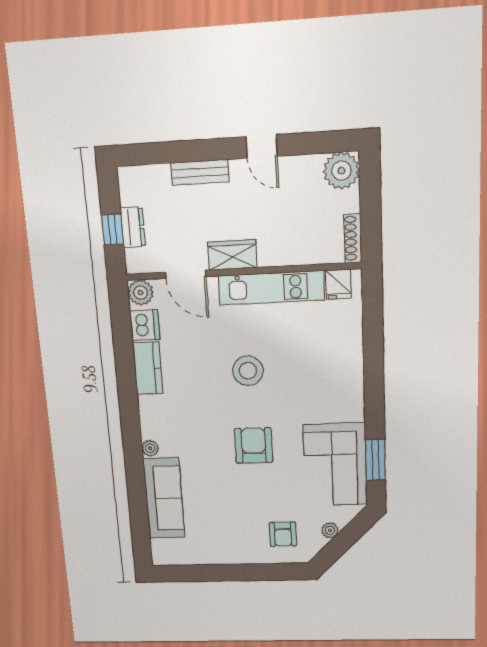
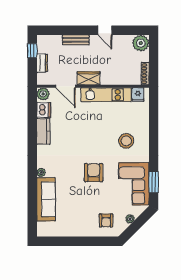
window: (113, 229) -> (32, 51), moved
stool: (248, 371) -> (126, 141), moved

